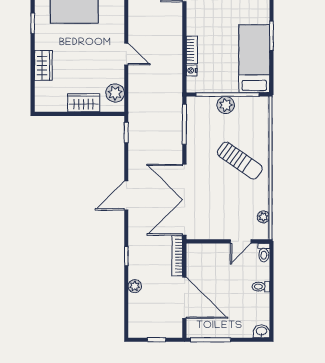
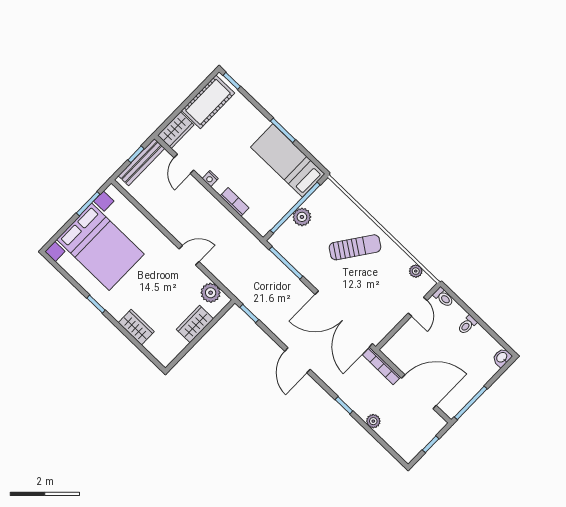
nightstand: (192, 70) -> (210, 179), moved

